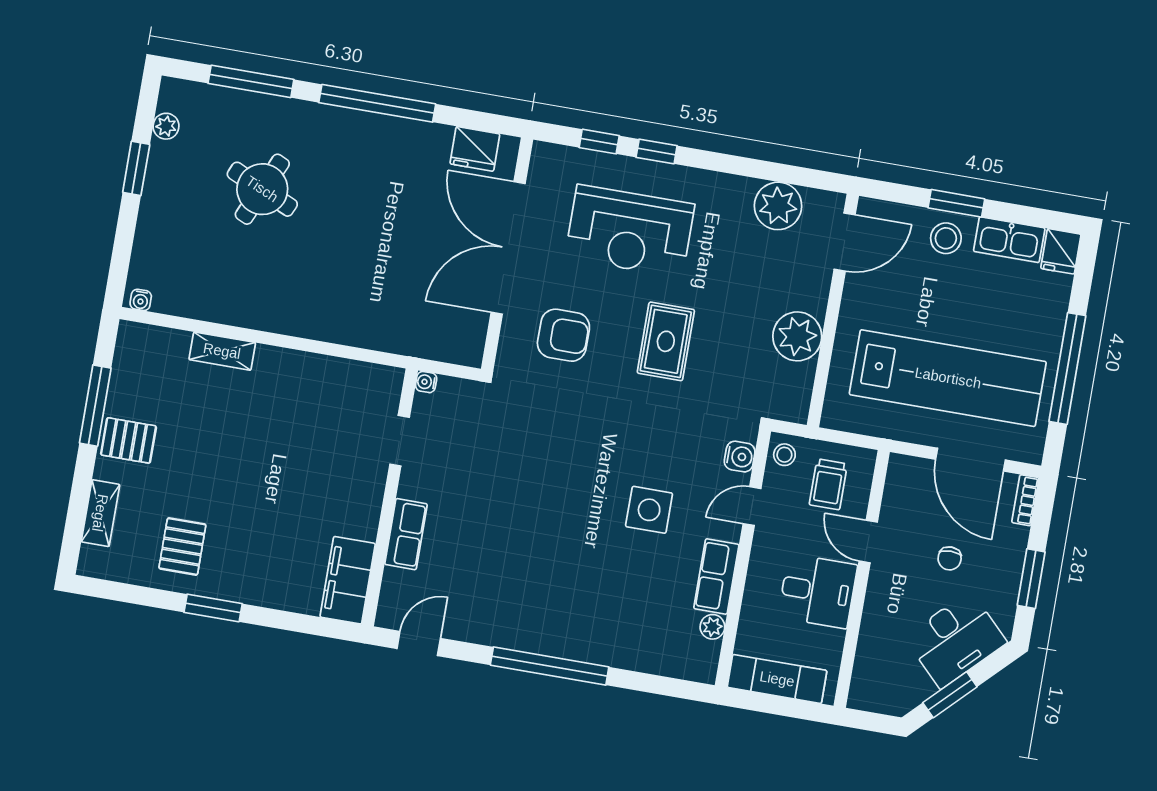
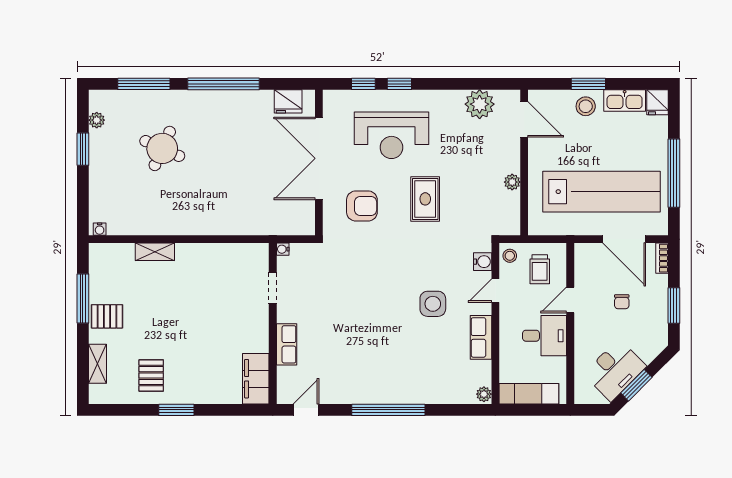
door: (845, 242) -> (524, 119), hinge flipped
plant: (797, 336) -> (512, 182), width x0.53, depth x0.53
door: (868, 542) -> (570, 300), hinge flipped
plant: (712, 627) -> (484, 394), moved
desk: (956, 640) -> (615, 370), moved

